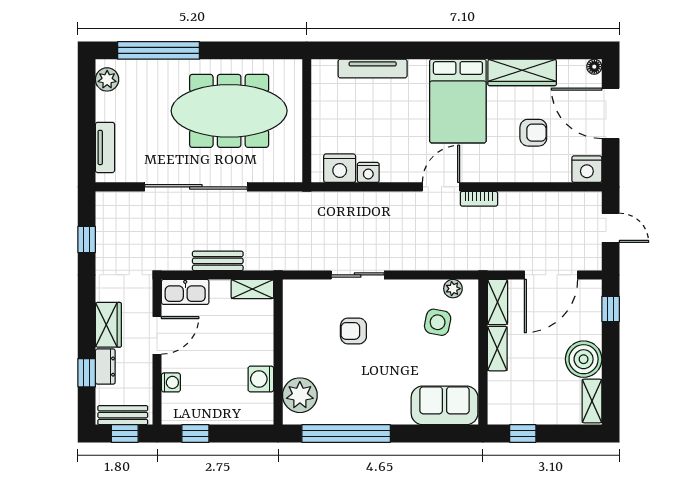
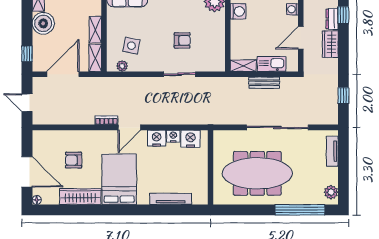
nightstand: (587, 169) -> (157, 138), moved
kitchen sink: (185, 292) -> (272, 64), moved

